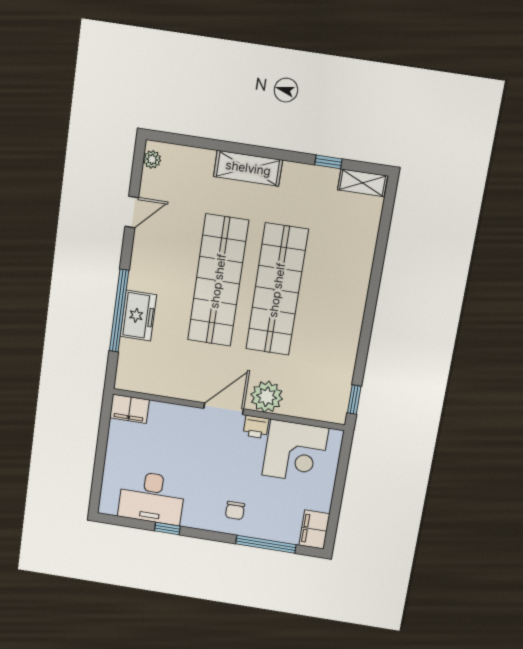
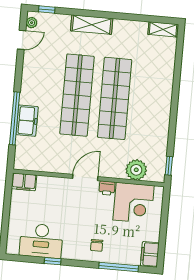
window: (328, 162) -> (47, 10), moved
door: (132, 212) -> (22, 40), moved
plant: (267, 397) -> (136, 170), moved

